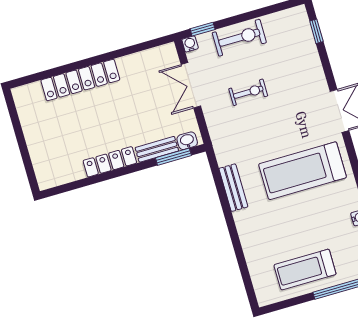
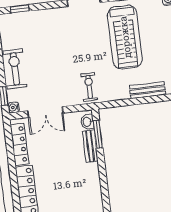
exercise bike: (248, 92) -> (89, 87), moved
locker: (110, 162) -> (19, 144), moved, turned 180
bench: (233, 188) -> (147, 90), moved

